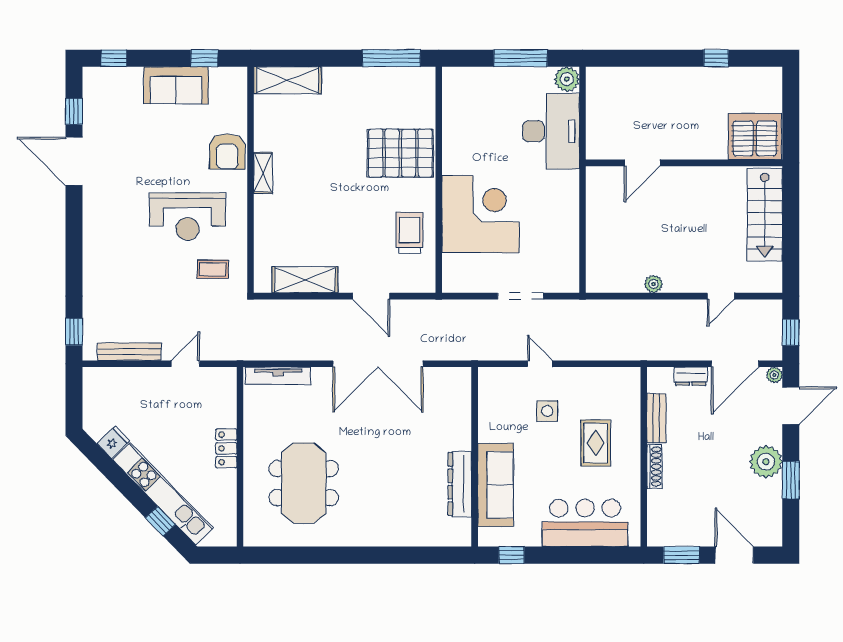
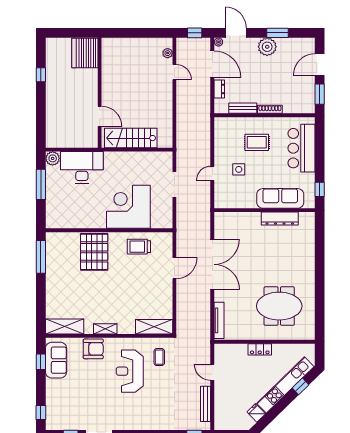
shelving: (287, 80) -> (65, 326), moved, turned 90
sofa: (176, 85) -> (56, 360), moved
stairs: (765, 215) -> (131, 138), moved, turned 180
reception desk: (188, 217) -> (130, 371), turned 180
shelving: (305, 280) -> (154, 327), moved, turned 90
plant: (653, 284) -> (168, 53), moved

